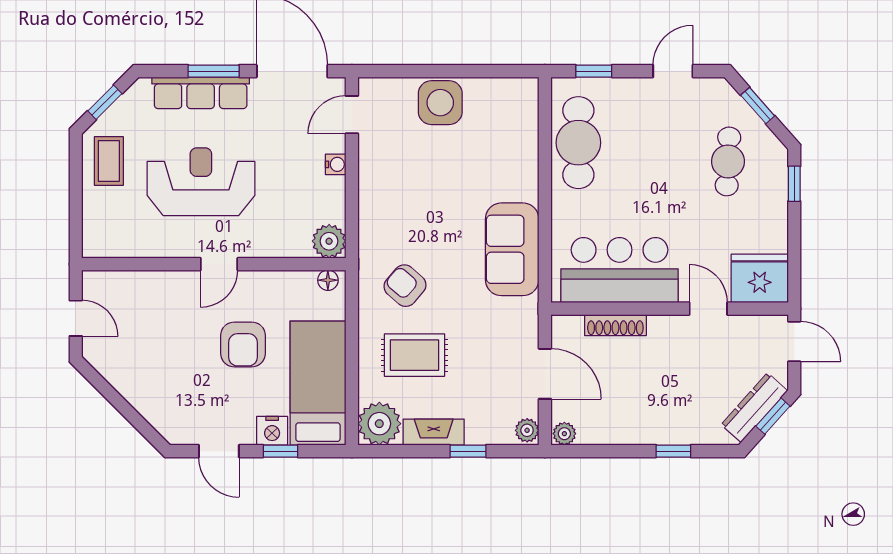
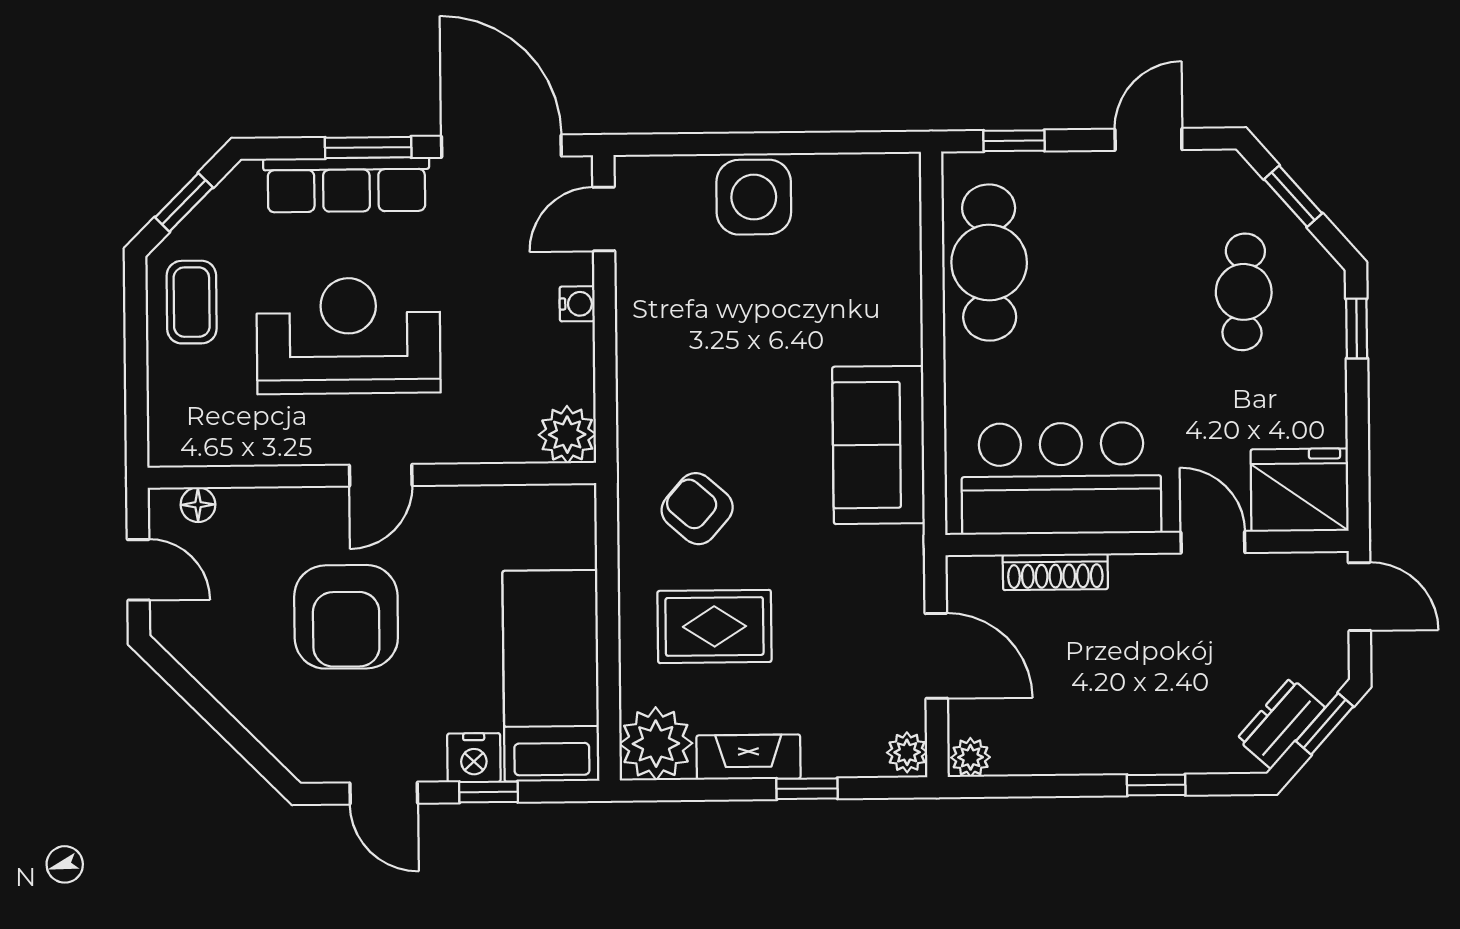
floor lamp: (328, 280) -> (198, 505), moved
armchair: (243, 344) -> (346, 617), moved, width x1.36, depth x1.36
dresser: (754, 408) -> (1281, 723), width x0.70

